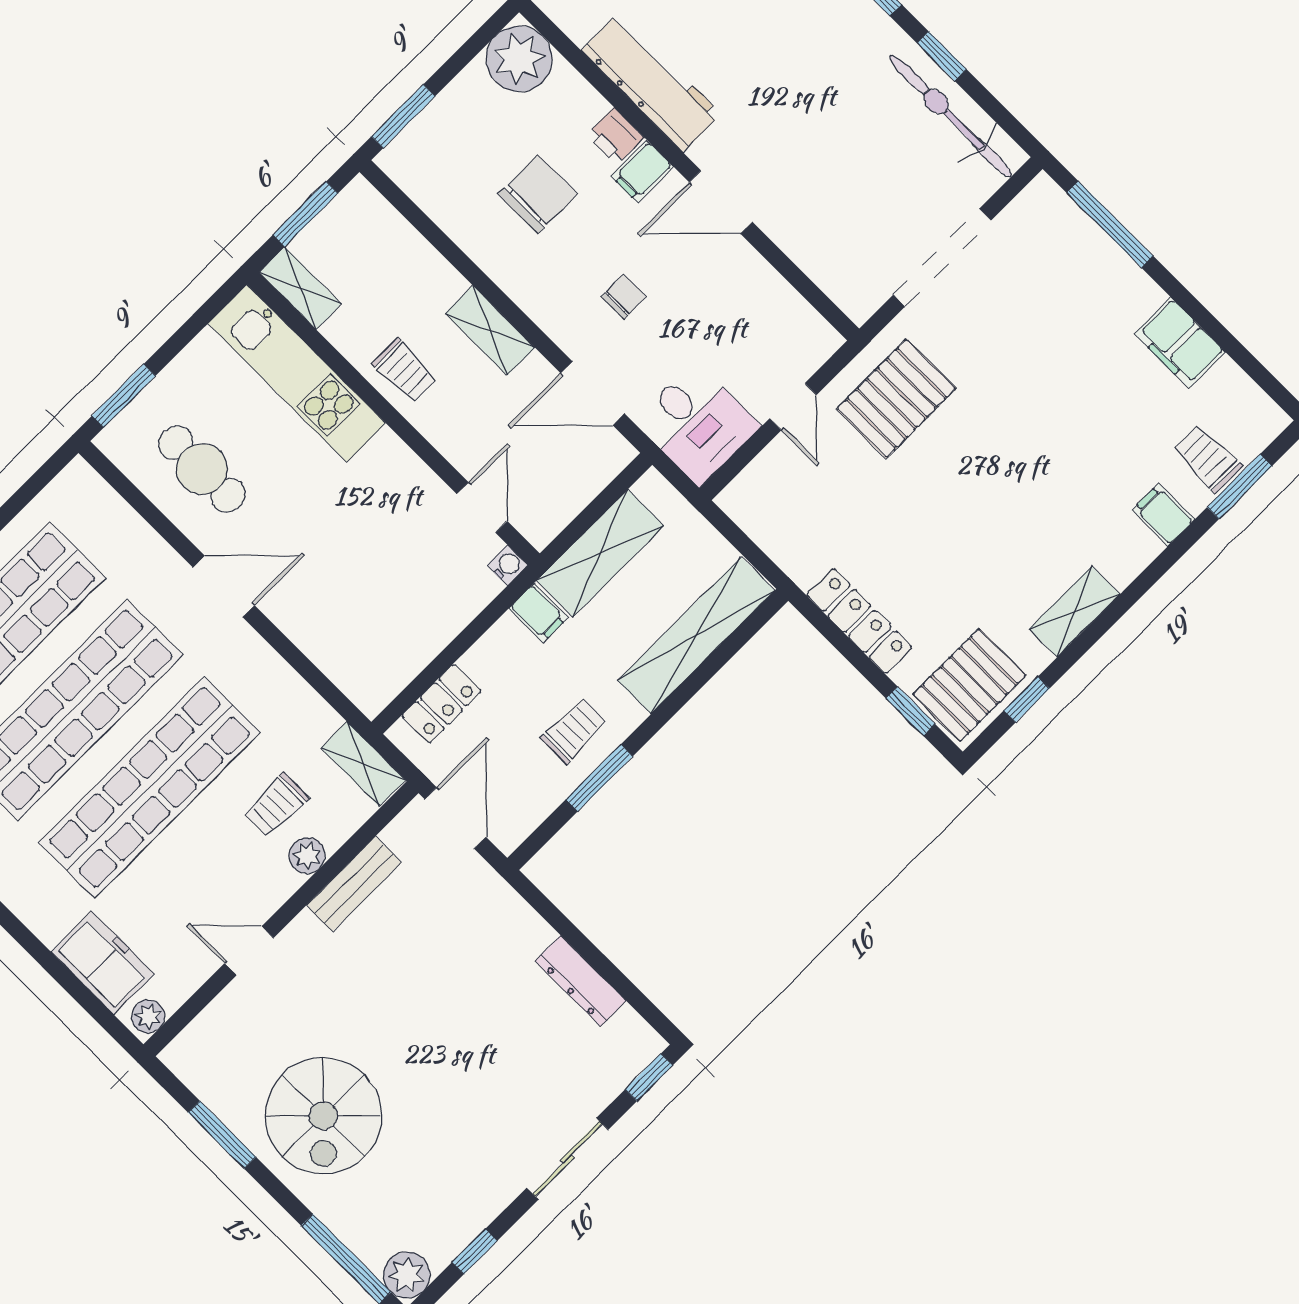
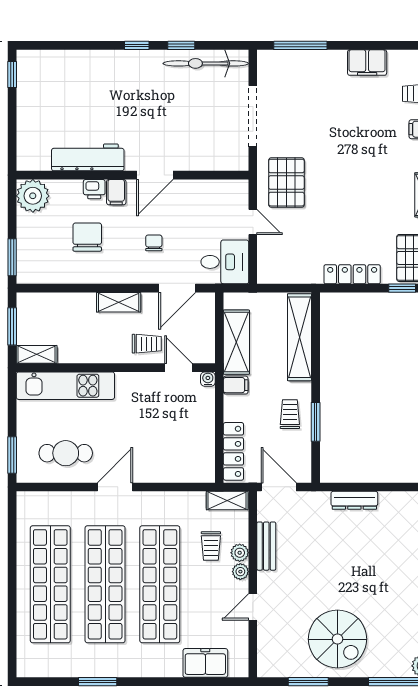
trolley: (405, 371) -> (147, 344), moved
locker: (442, 704) -> (233, 451), width x1.53
dresser: (581, 981) -> (354, 500), moved
plant: (148, 1016) -> (240, 572), moved

